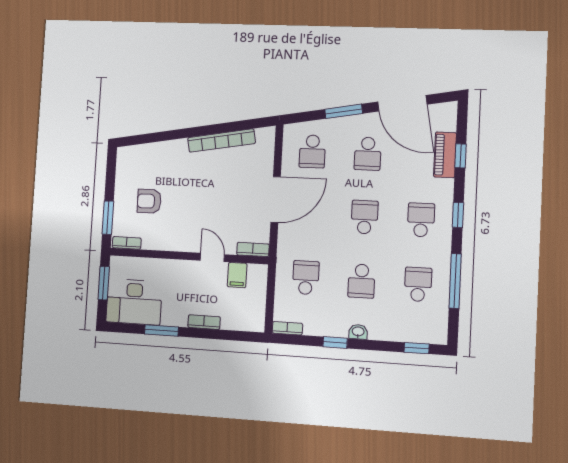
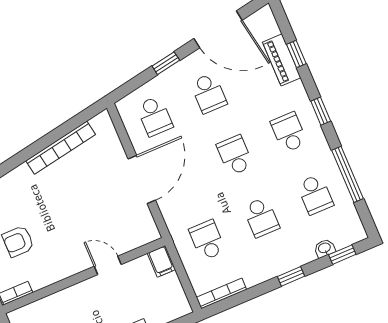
window: (344, 111) -> (166, 63), width x0.67
bookcase: (253, 249) -> (144, 238), removed
filing cabinet: (237, 275) -> (161, 261), moved
school desk: (418, 284) -> (315, 194), turned 180
bookcase: (287, 328) -> (221, 293), width x1.56
washbasin: (358, 332) -> (325, 248), moved
window: (335, 342) -> (291, 276), moved

